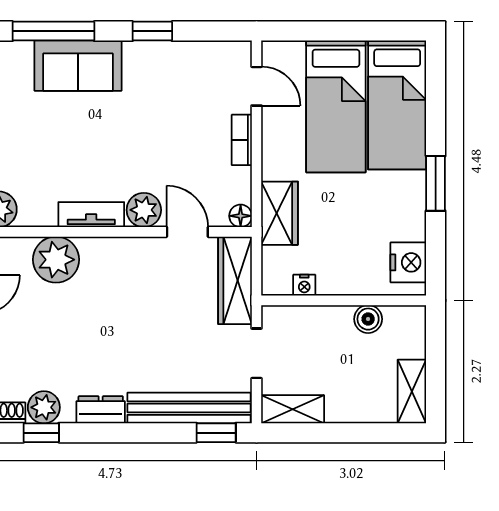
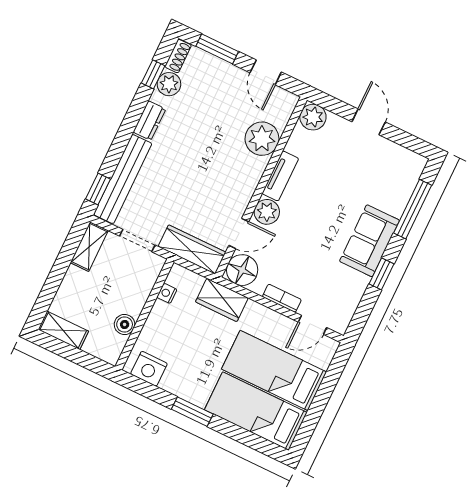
sofa: (78, 66) -> (369, 241), moved
floor lamp: (241, 216) -> (242, 270), width x1.89, depth x1.89

